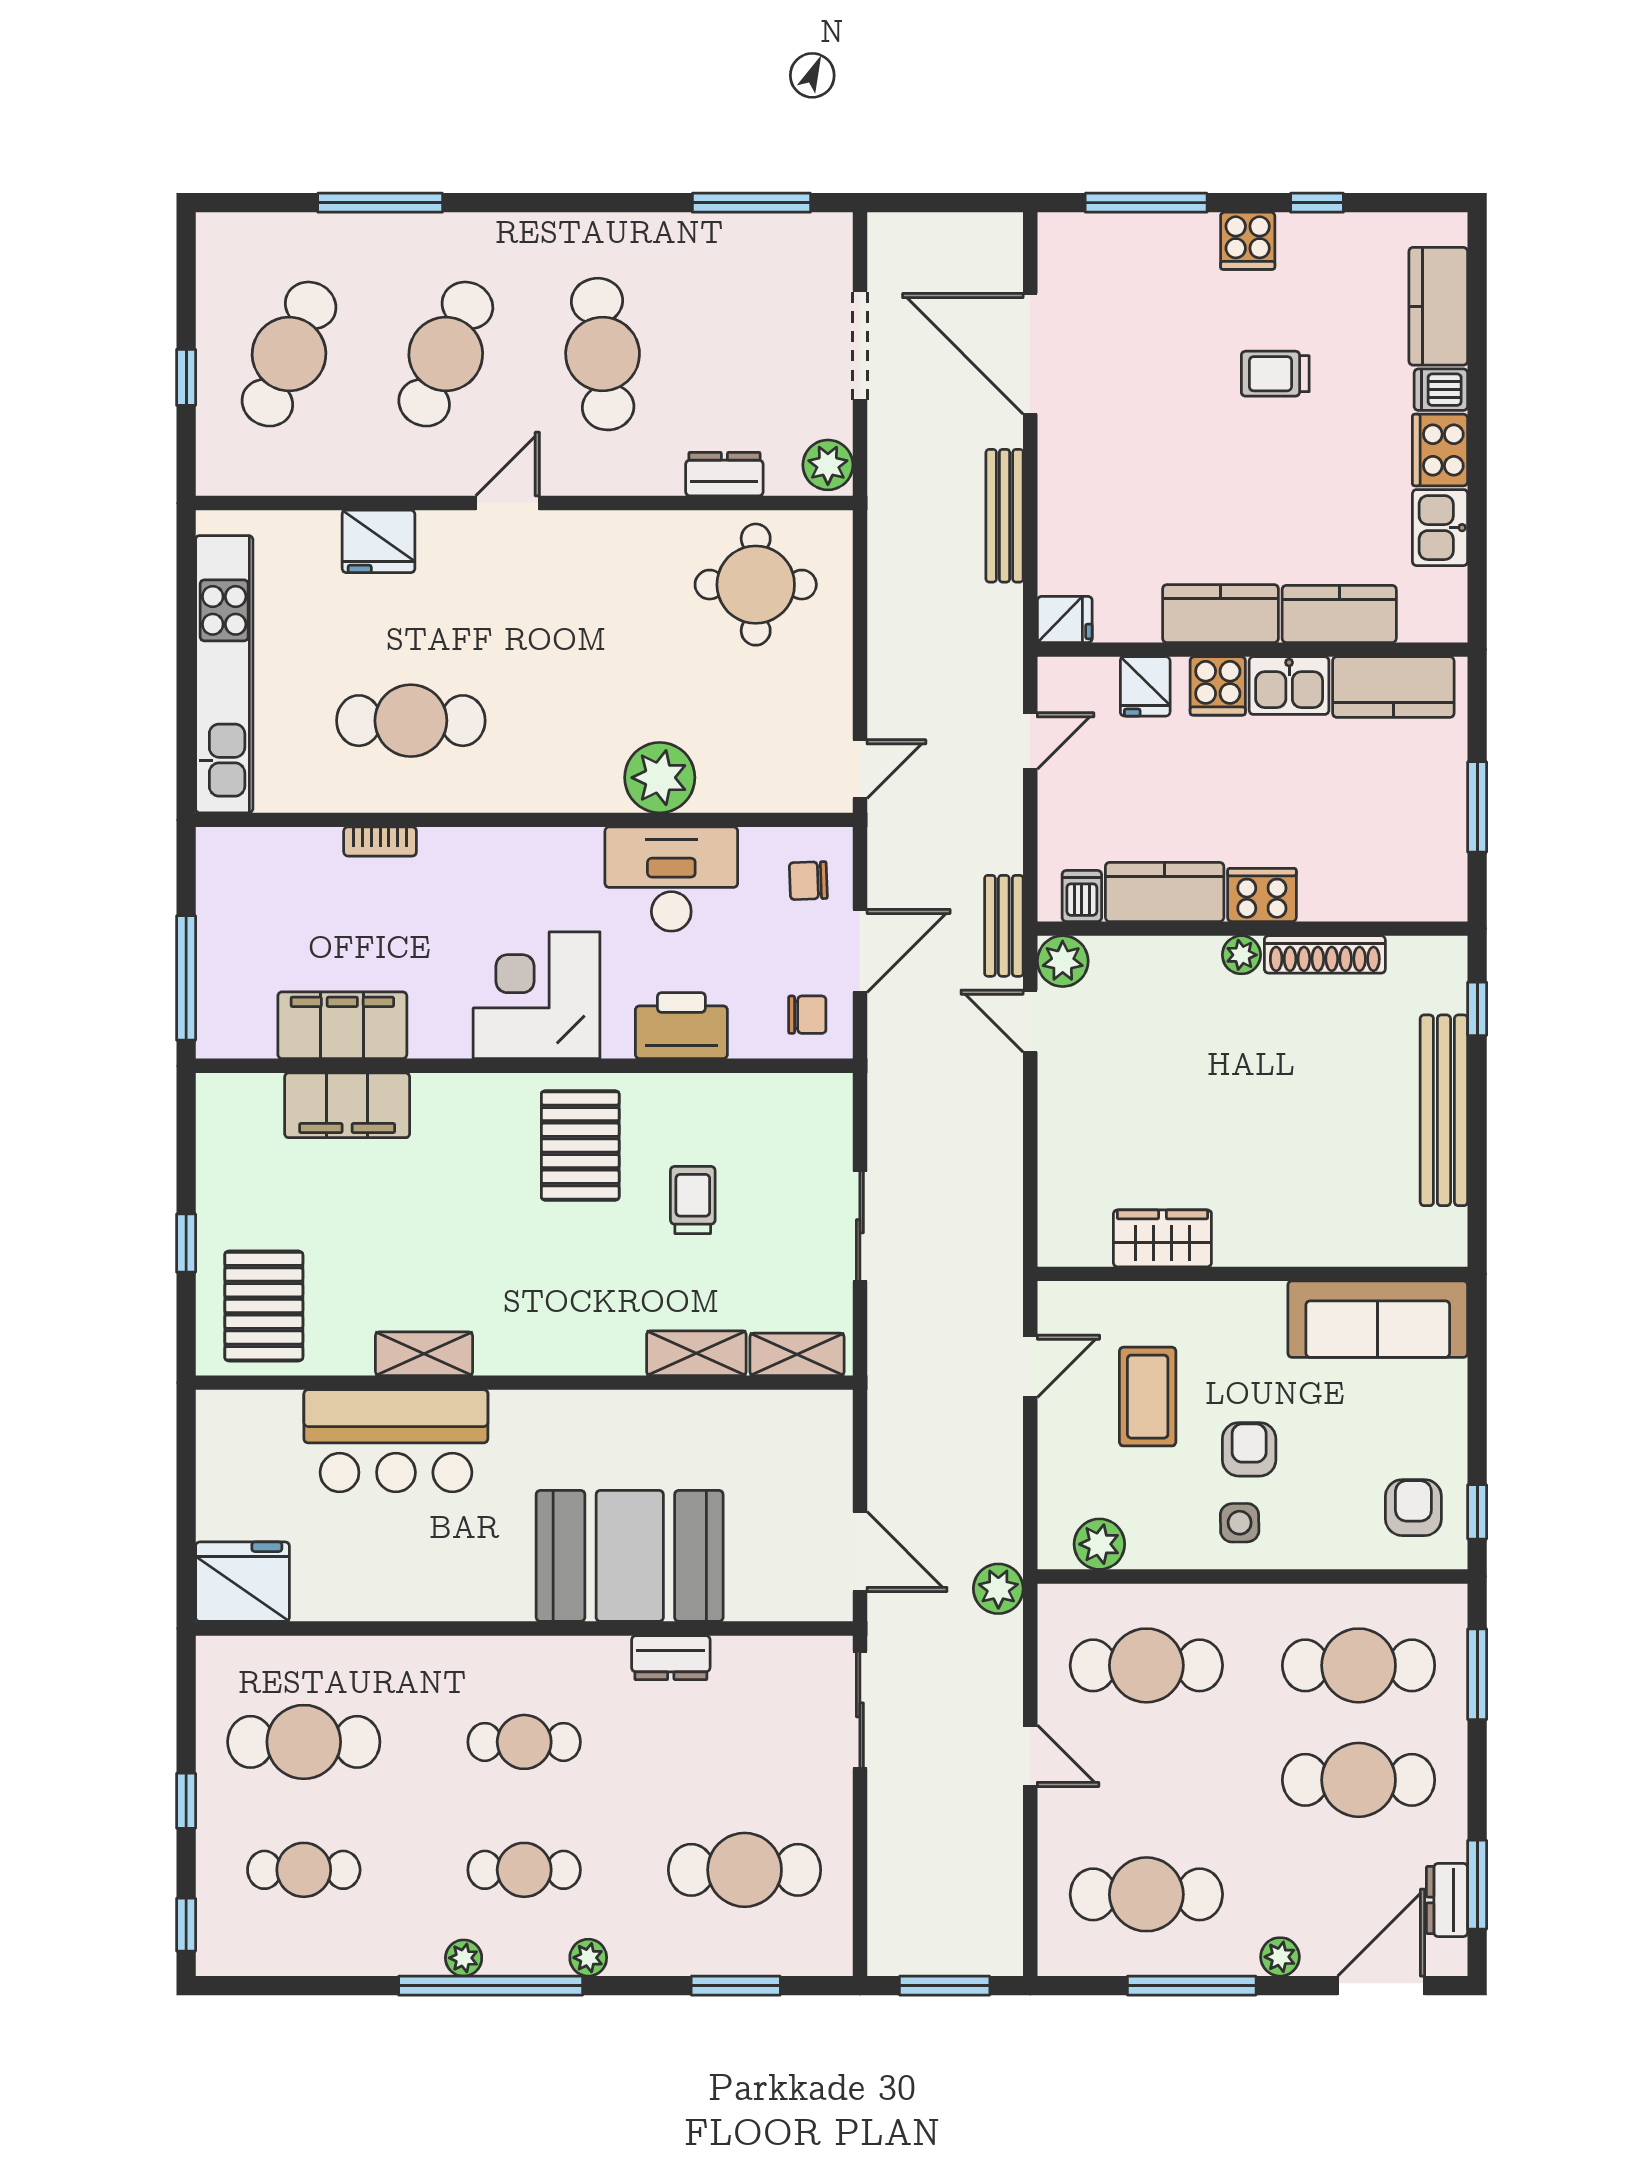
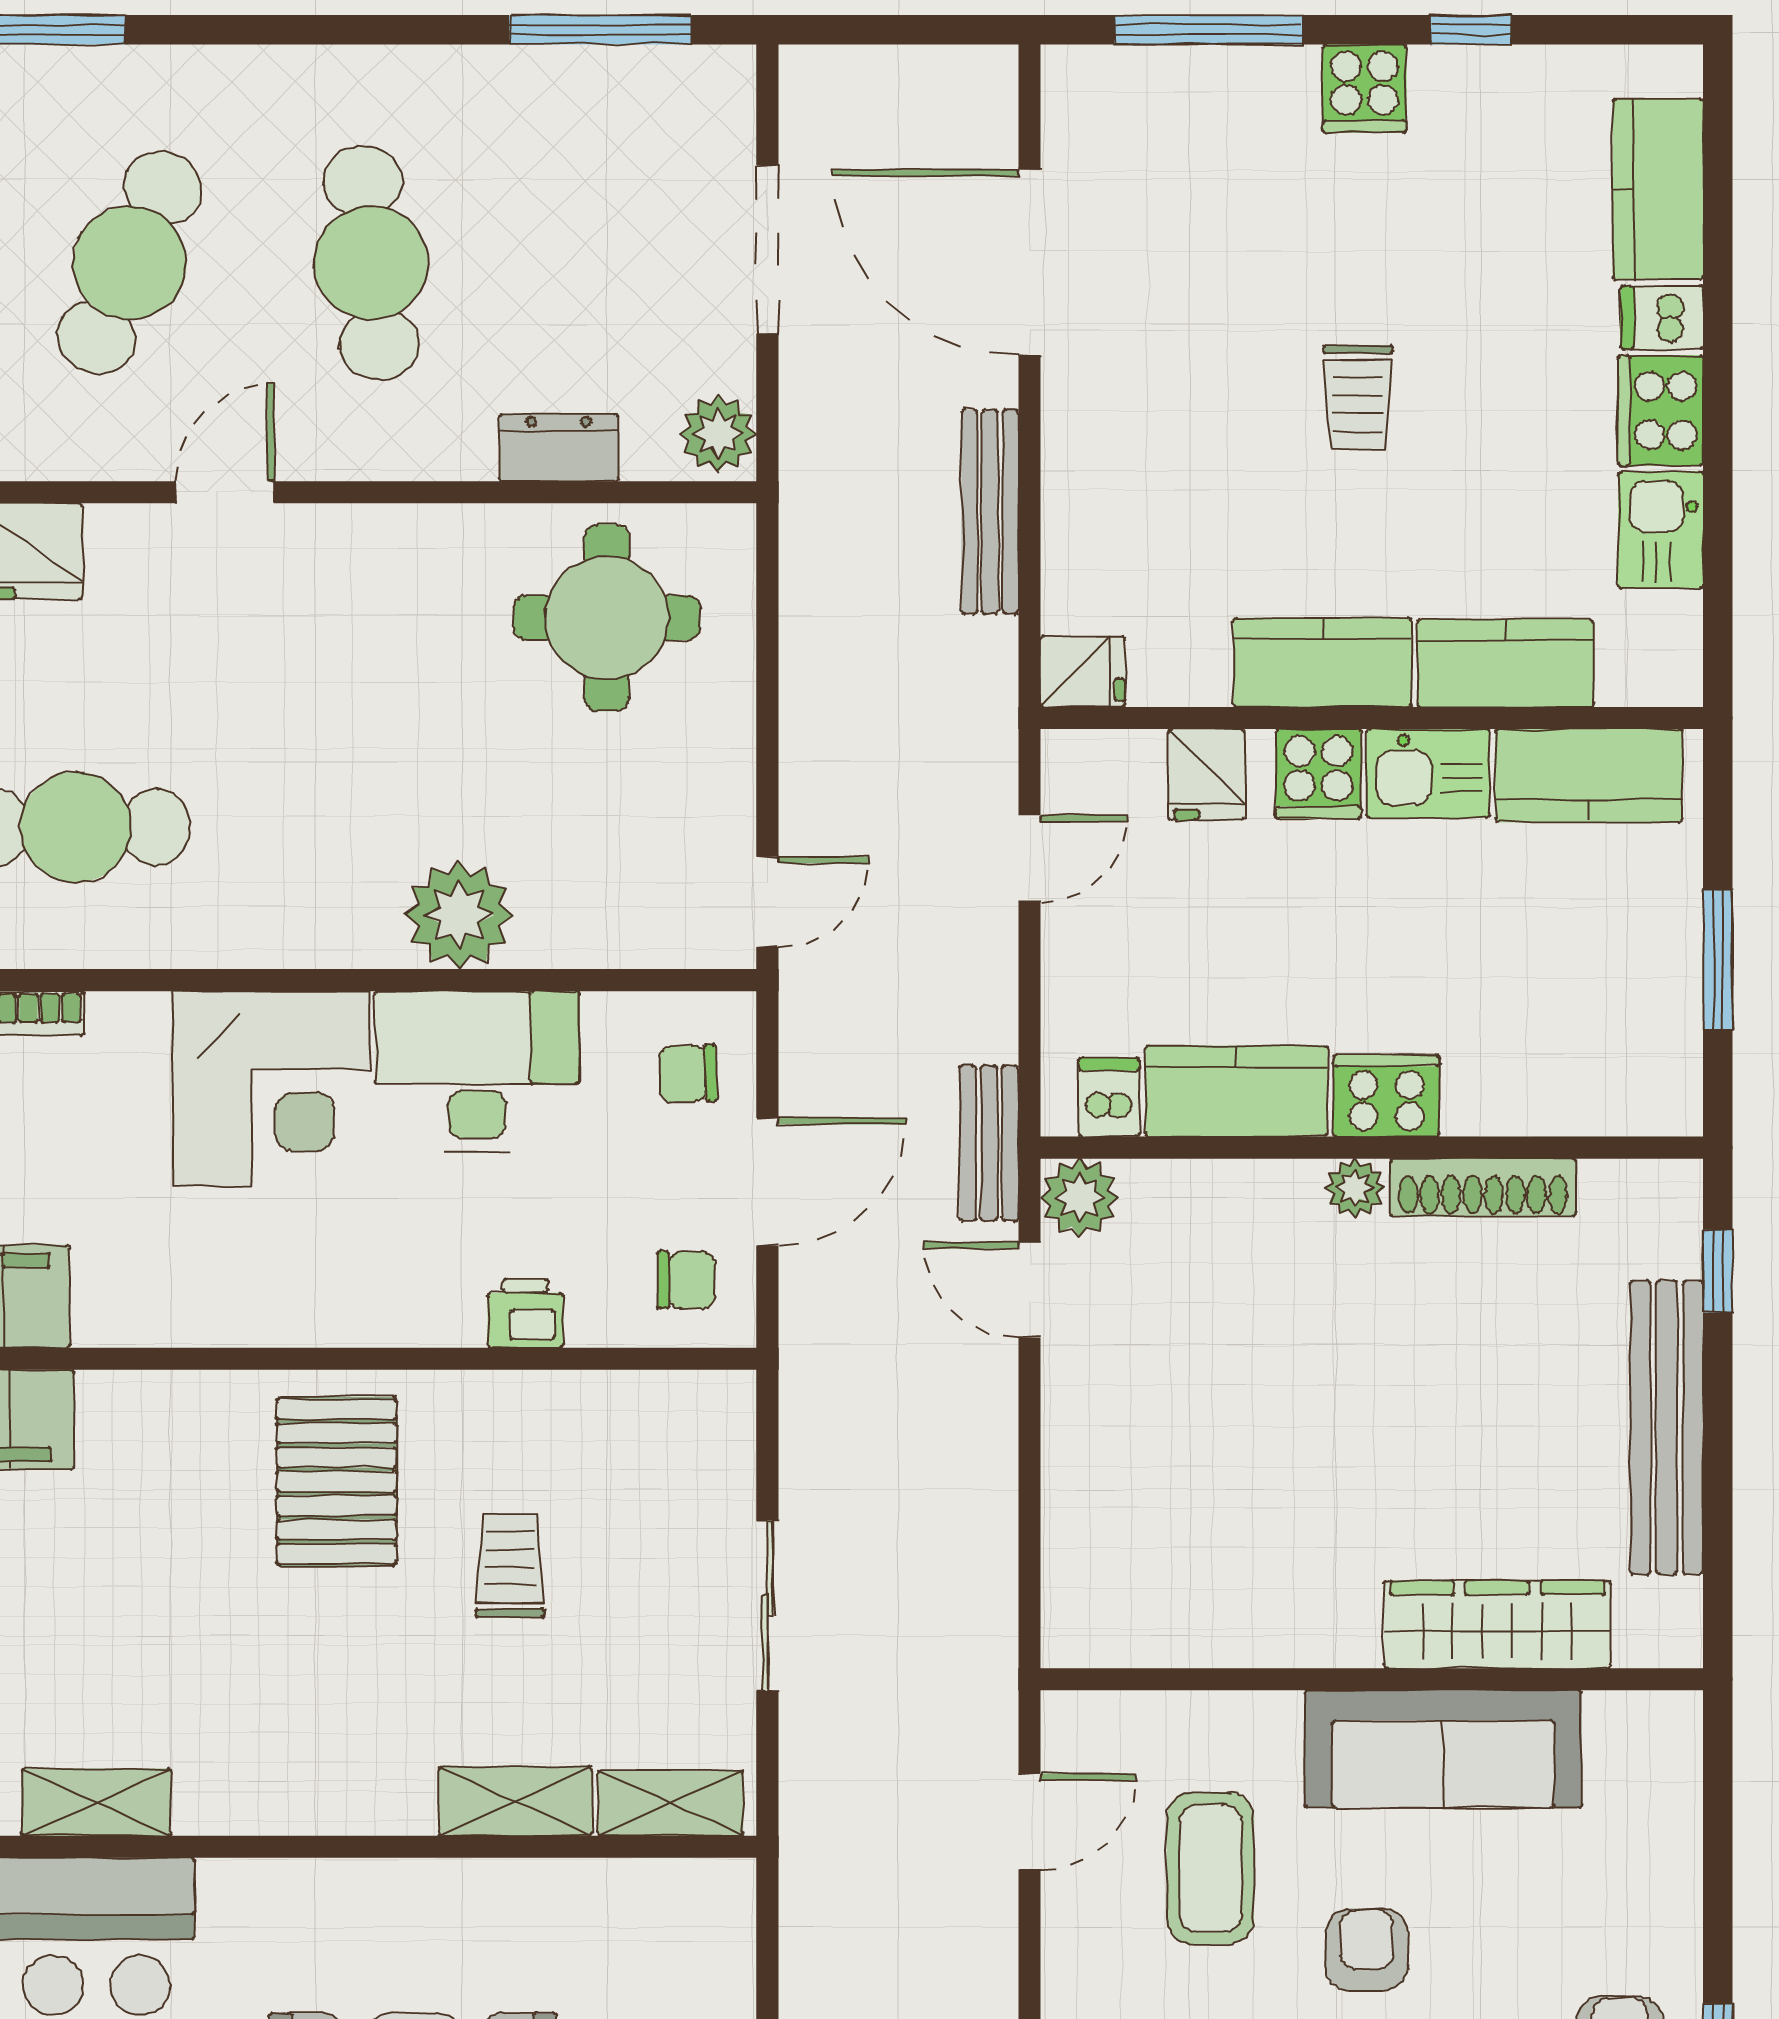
trolley: (1275, 374) -> (1358, 397), moved, turned -90
corner desk: (537, 995) -> (271, 1089), moved, turned 180
printer: (681, 1026) -> (525, 1313), width x0.53, depth x0.68
wardrobe: (1162, 1238) -> (1497, 1624), moved, width x1.50
sofa: (1378, 1319) -> (1443, 1749), moved

